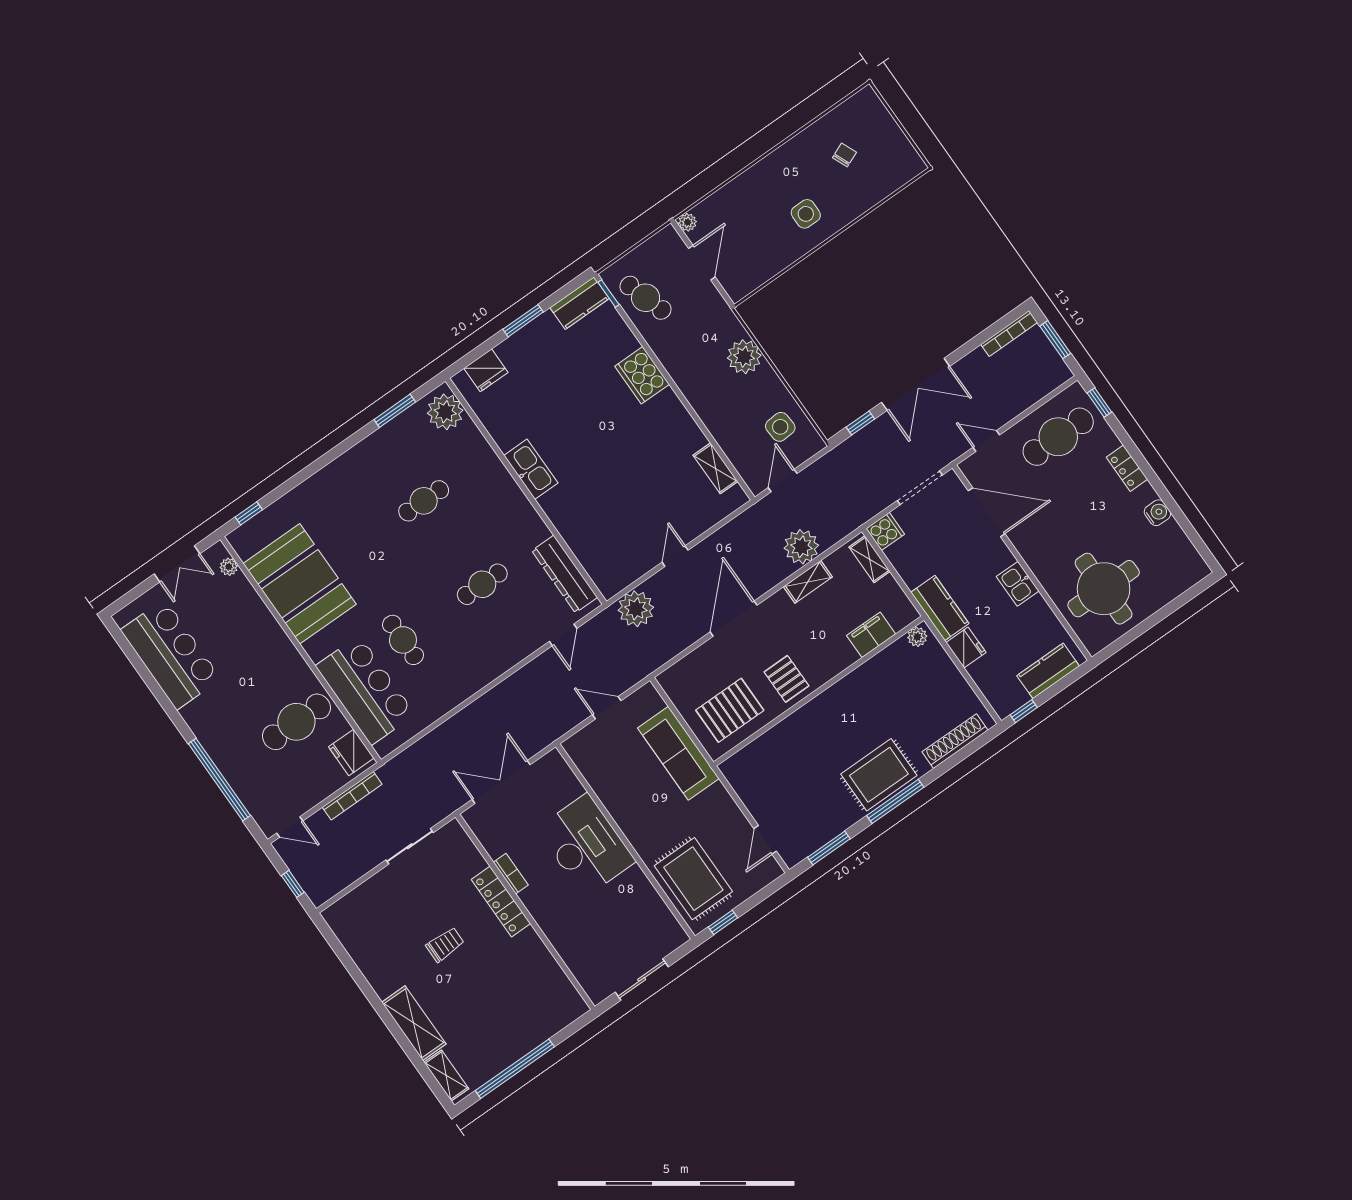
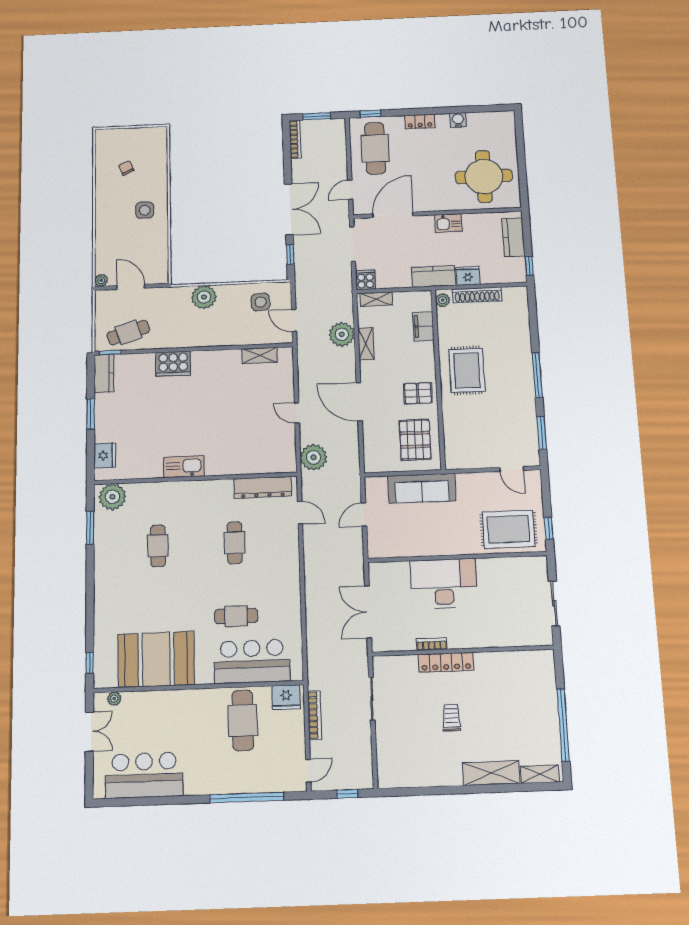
shoe rack: (955, 741) -> (477, 295), moved, turned -90
rug: (879, 775) -> (467, 370), moved

